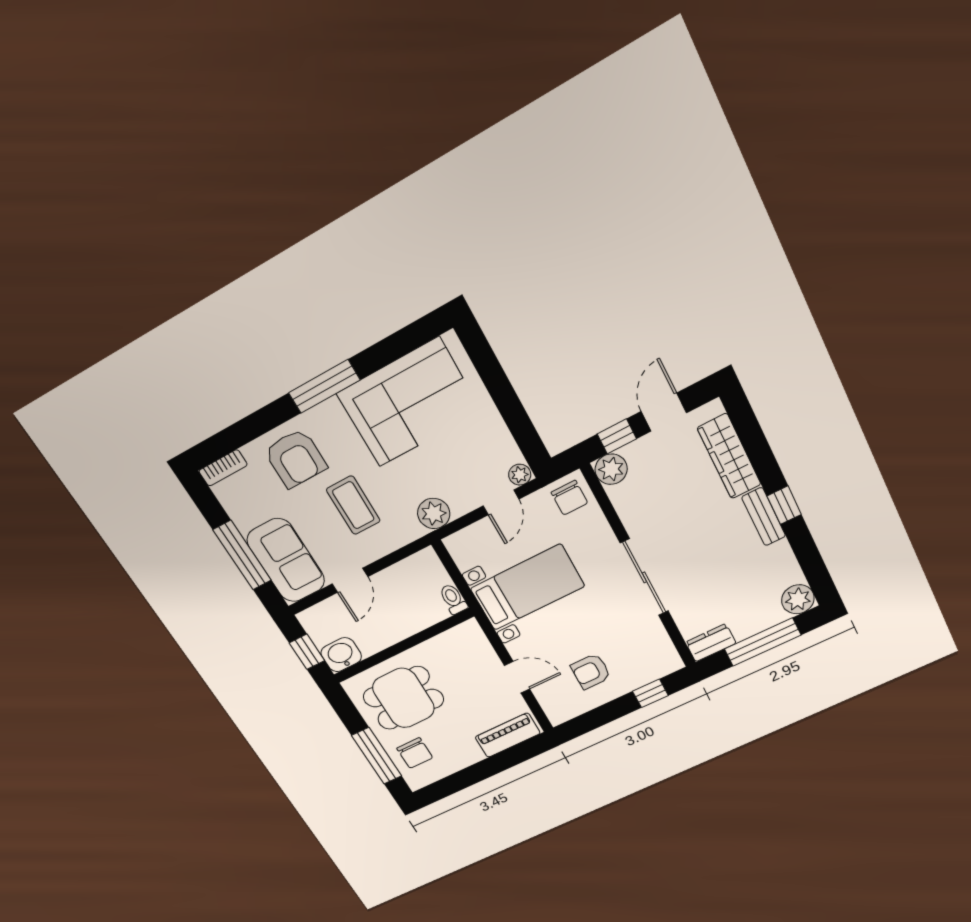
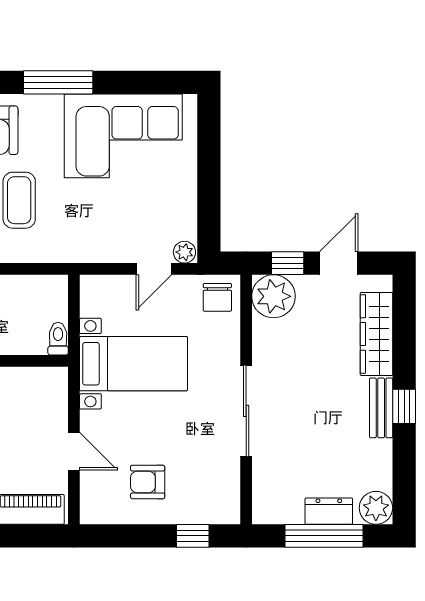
plant: (611, 469) -> (273, 296), width x1.36, depth x1.36
plant: (434, 513) -> (87, 247), removed
dresser: (711, 643) -> (329, 511), moved

